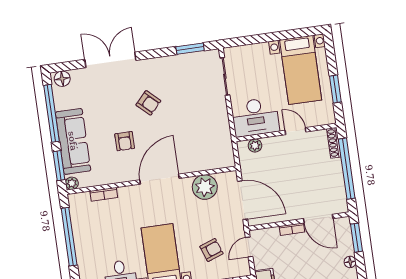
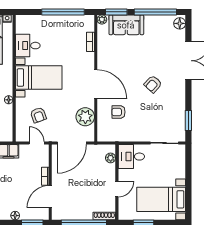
desk: (255, 117) -> (131, 157), width x0.73
sofa: (73, 141) -> (126, 25), width x0.73
armchair: (125, 141) -> (118, 112), moved

